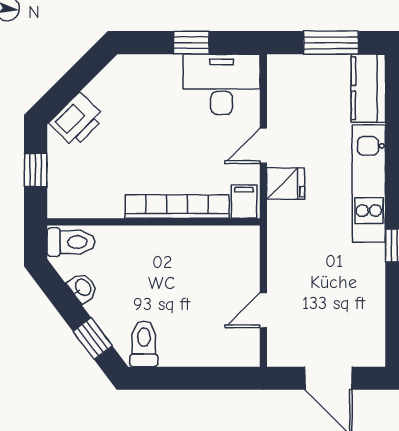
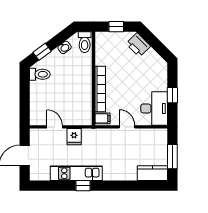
kitchen unit: (369, 183) -> (76, 173), moved
fridge: (286, 184) -> (74, 137), moved

